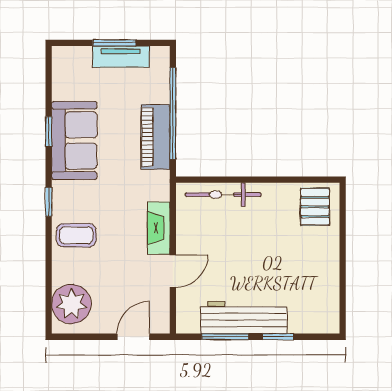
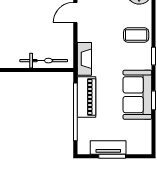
fireplace: (159, 228) -> (84, 59), moved

